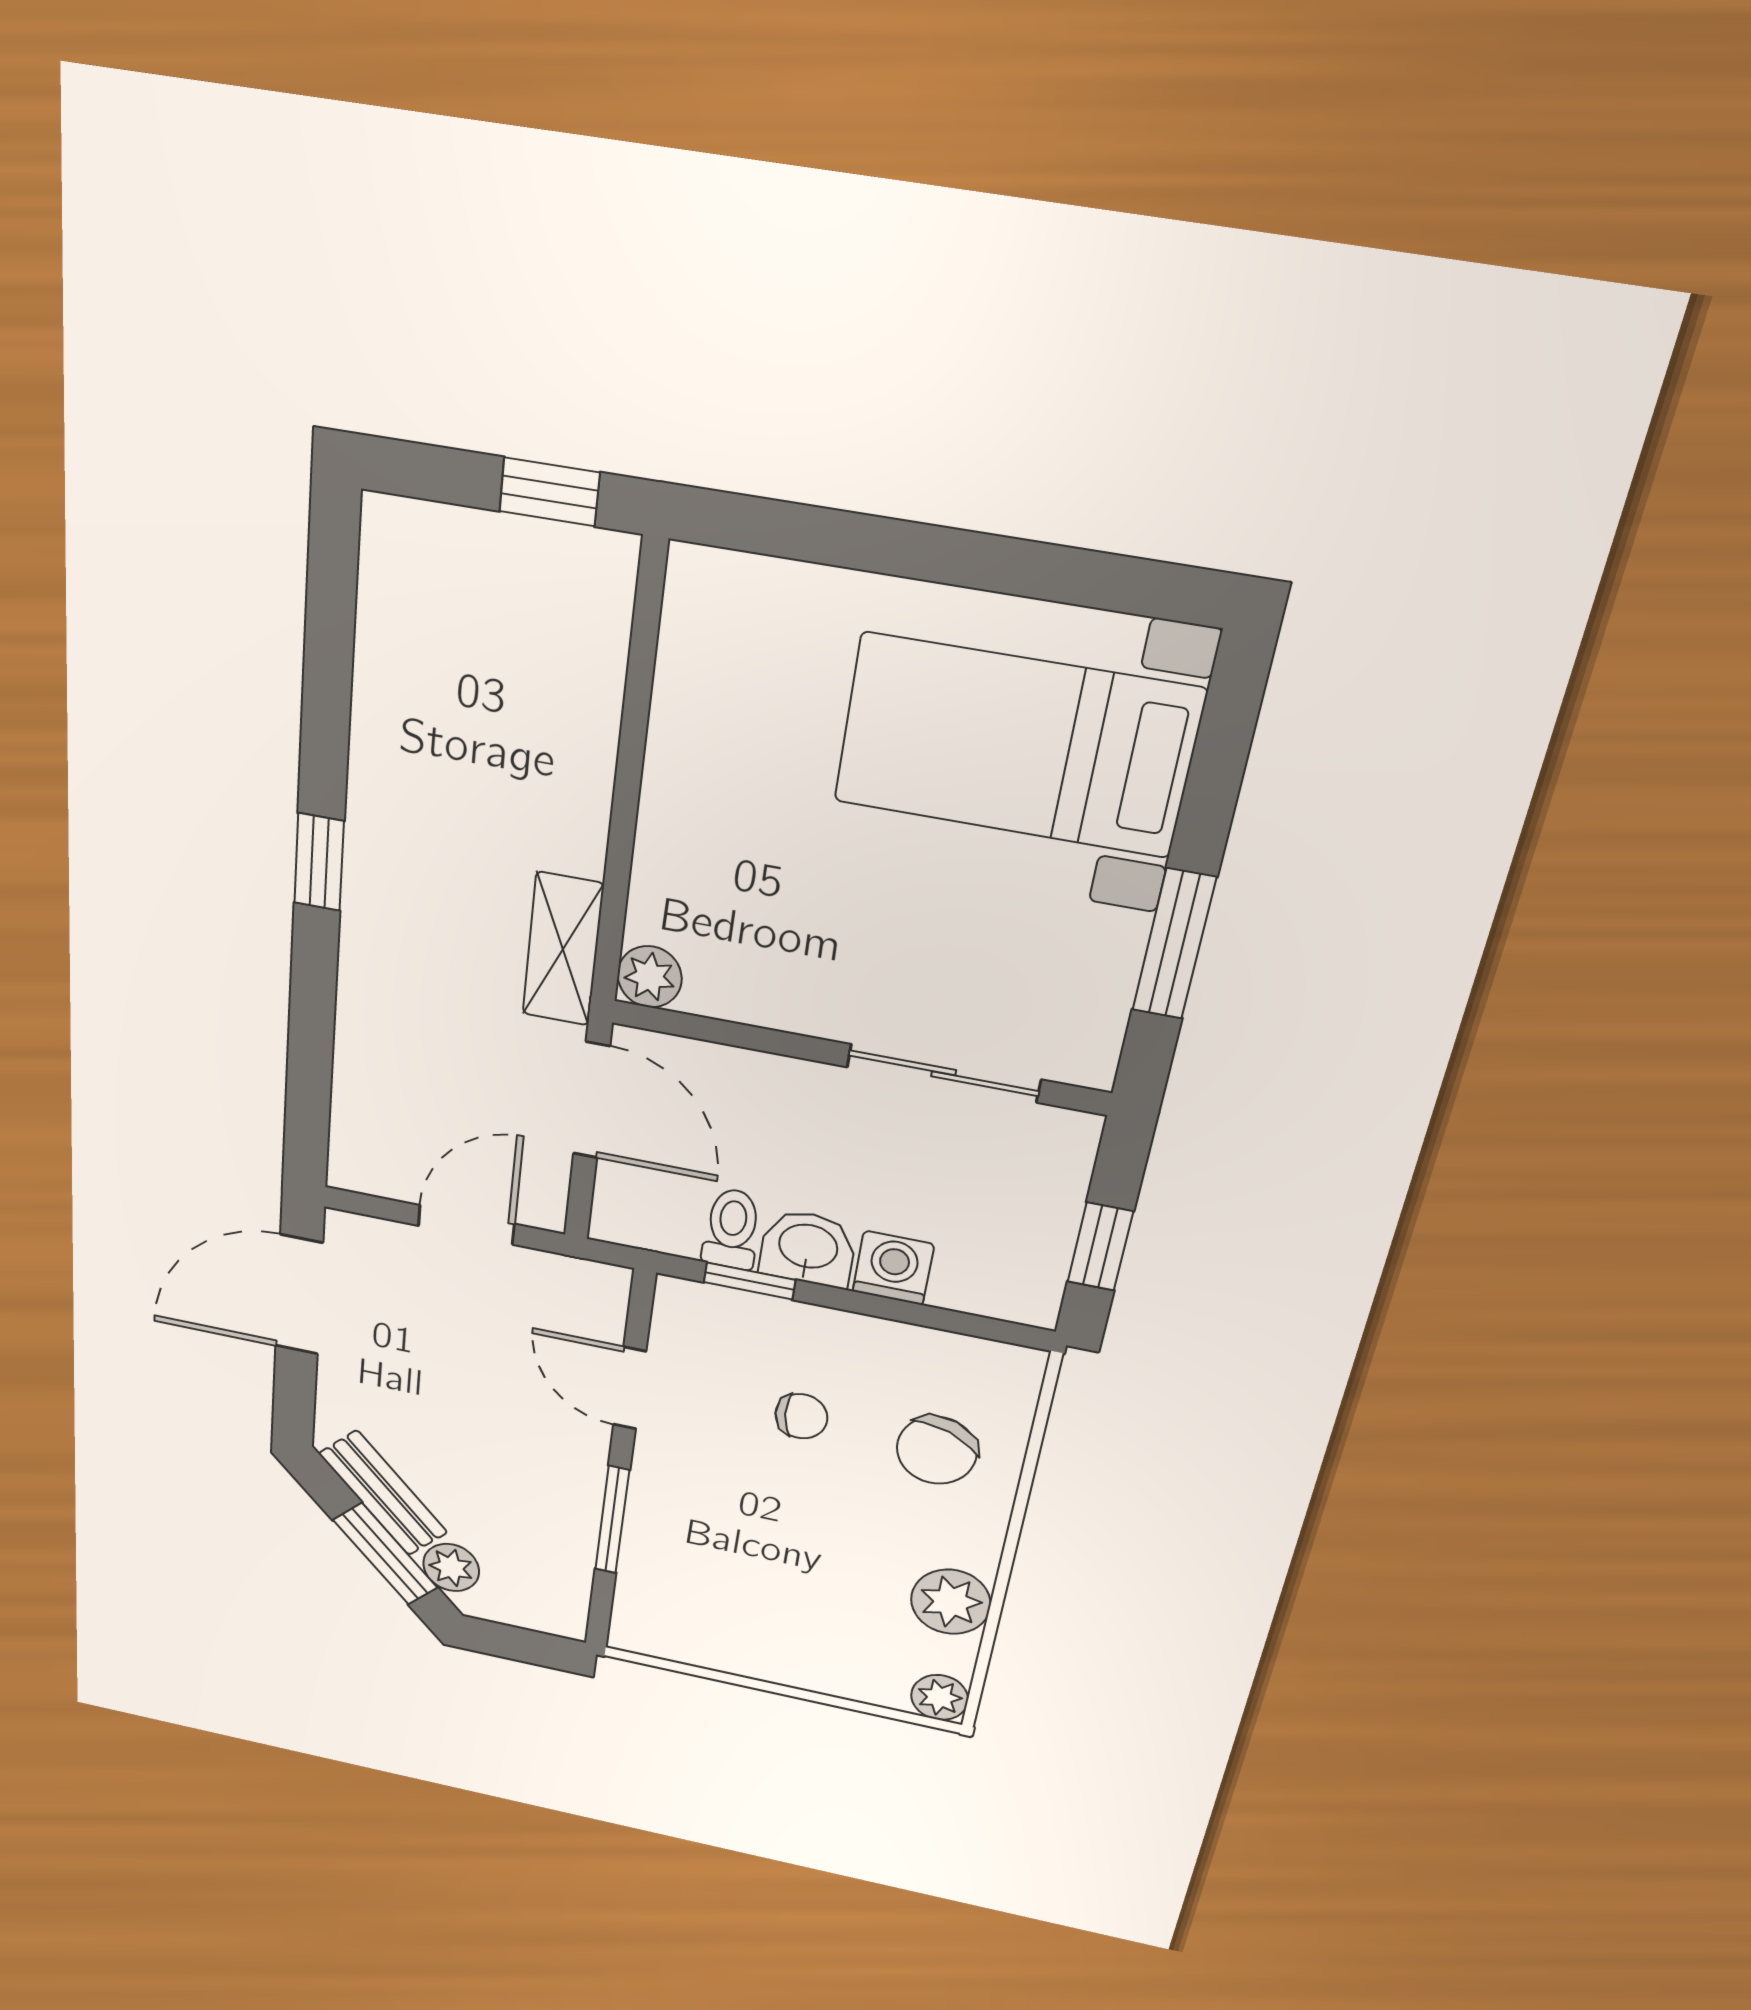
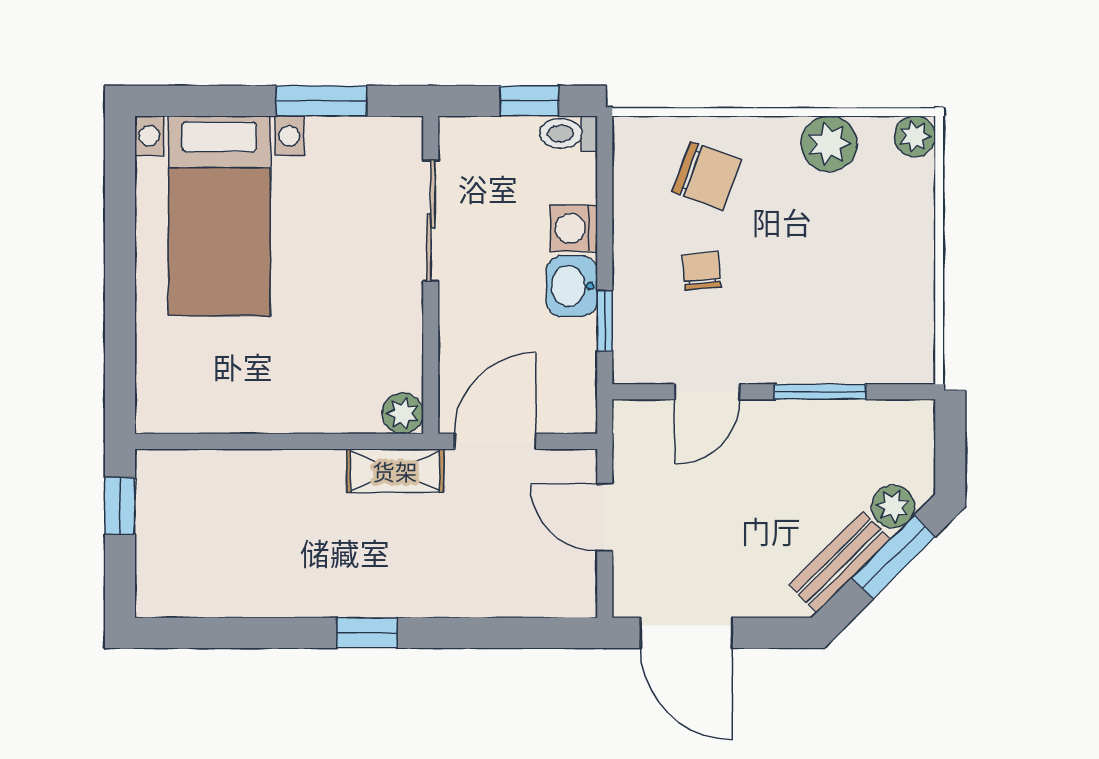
toilet: (732, 1229) -> (568, 134), moved

